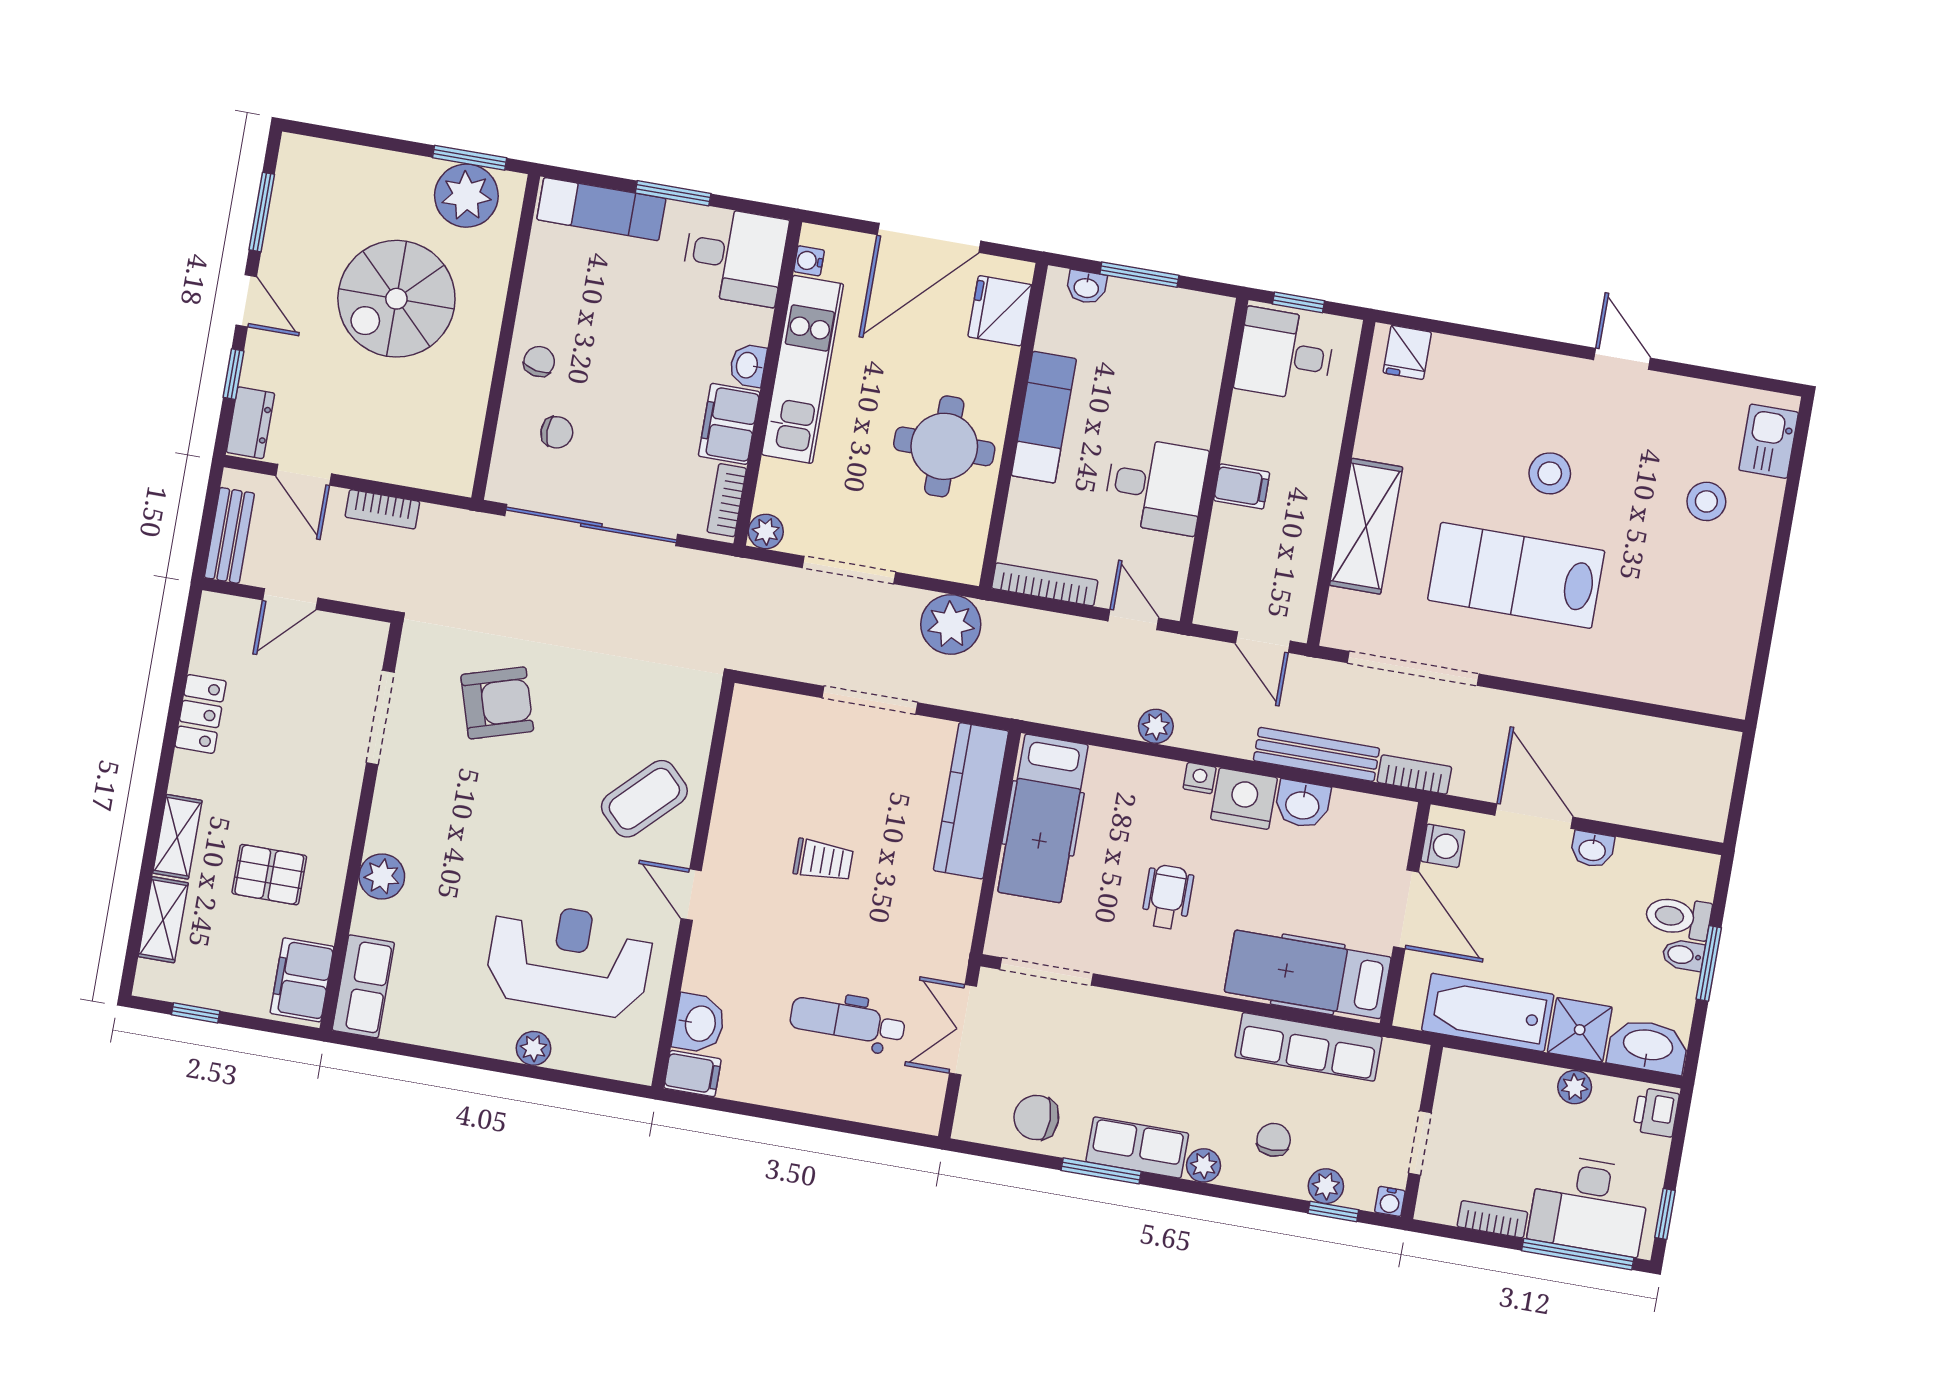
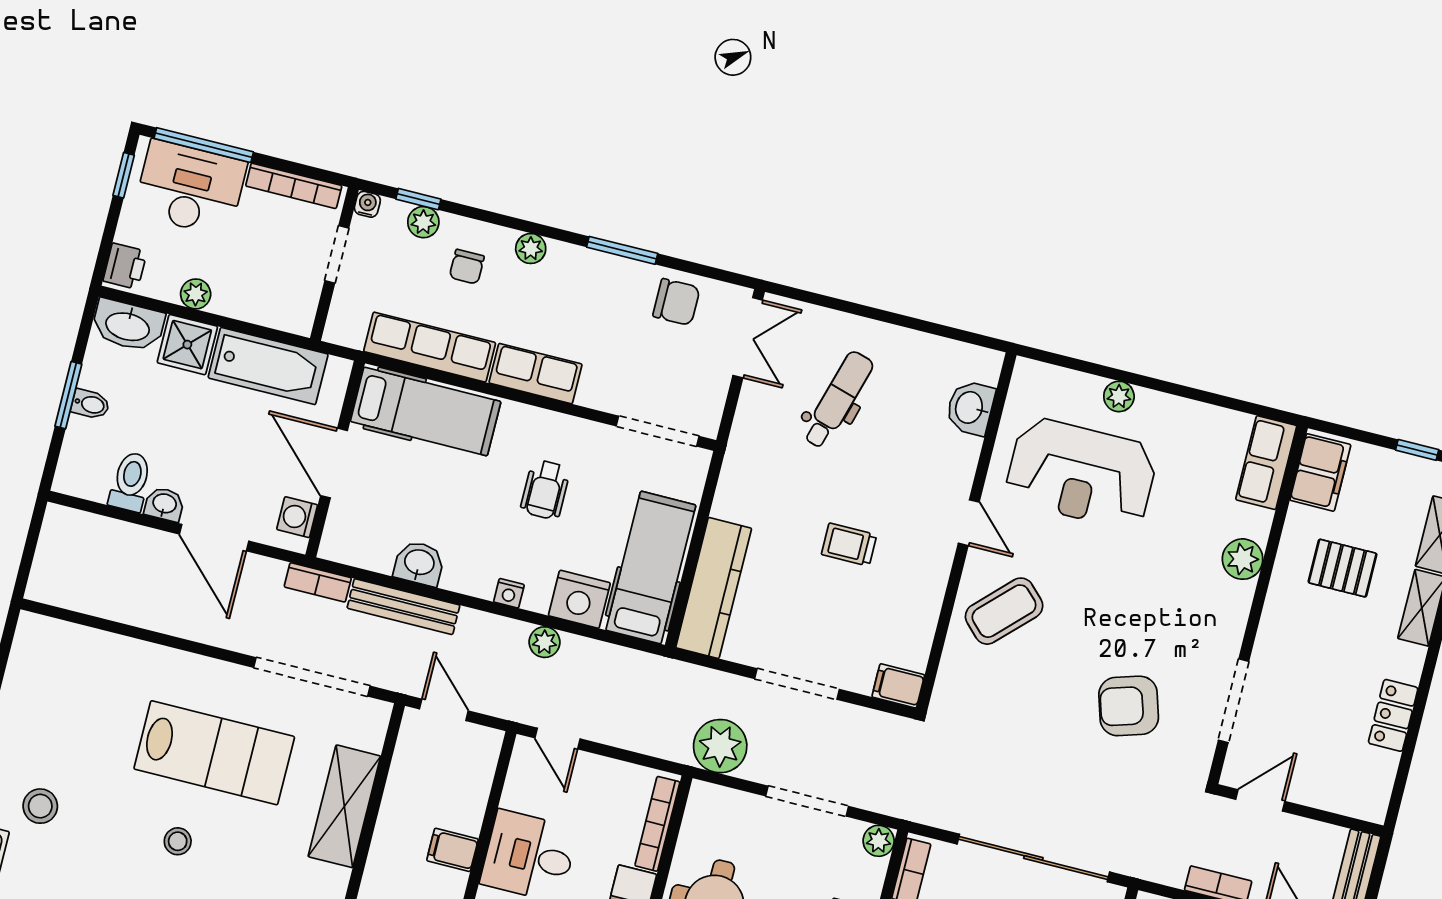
stool: (1550, 473) -> (178, 841), width x0.73, depth x0.73
bookcase: (1045, 584) -> (657, 824), moved, turned 90
door: (290, 599) -> (1260, 800), moved
nightstand: (1244, 799) -> (579, 599), moved
toilet: (1678, 917) -> (130, 482), moved, turned -90
dental chair: (848, 1021) -> (838, 400), turned -74
double door: (963, 1030) -> (748, 338), moved
filing cabinet: (692, 1074) -> (898, 686), moved
row of seats: (1137, 1147) -> (536, 374), moved, turned 180
bookcase: (1492, 1219) -> (294, 186), width x1.56

